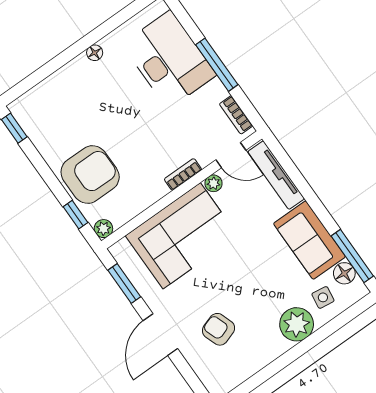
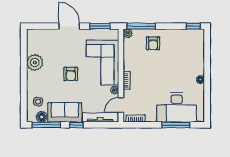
window: (217, 65) -> (176, 125), moved
armchair: (90, 175) -> (153, 43), width x0.53, depth x0.53
window: (317, 206) -> (76, 125), added
window: (75, 215) -> (141, 26), width x2.17
plant: (297, 324) -> (35, 62), moved
armchair: (219, 329) -> (71, 74), moved, turned 109

